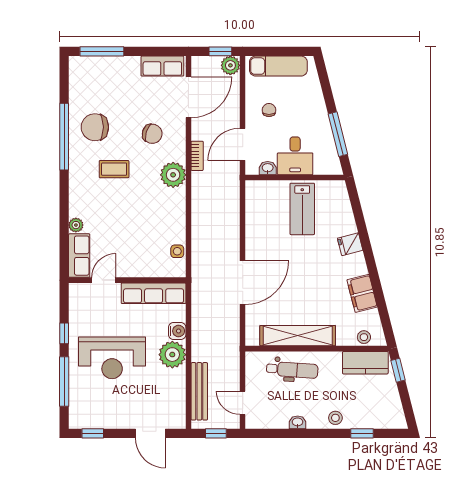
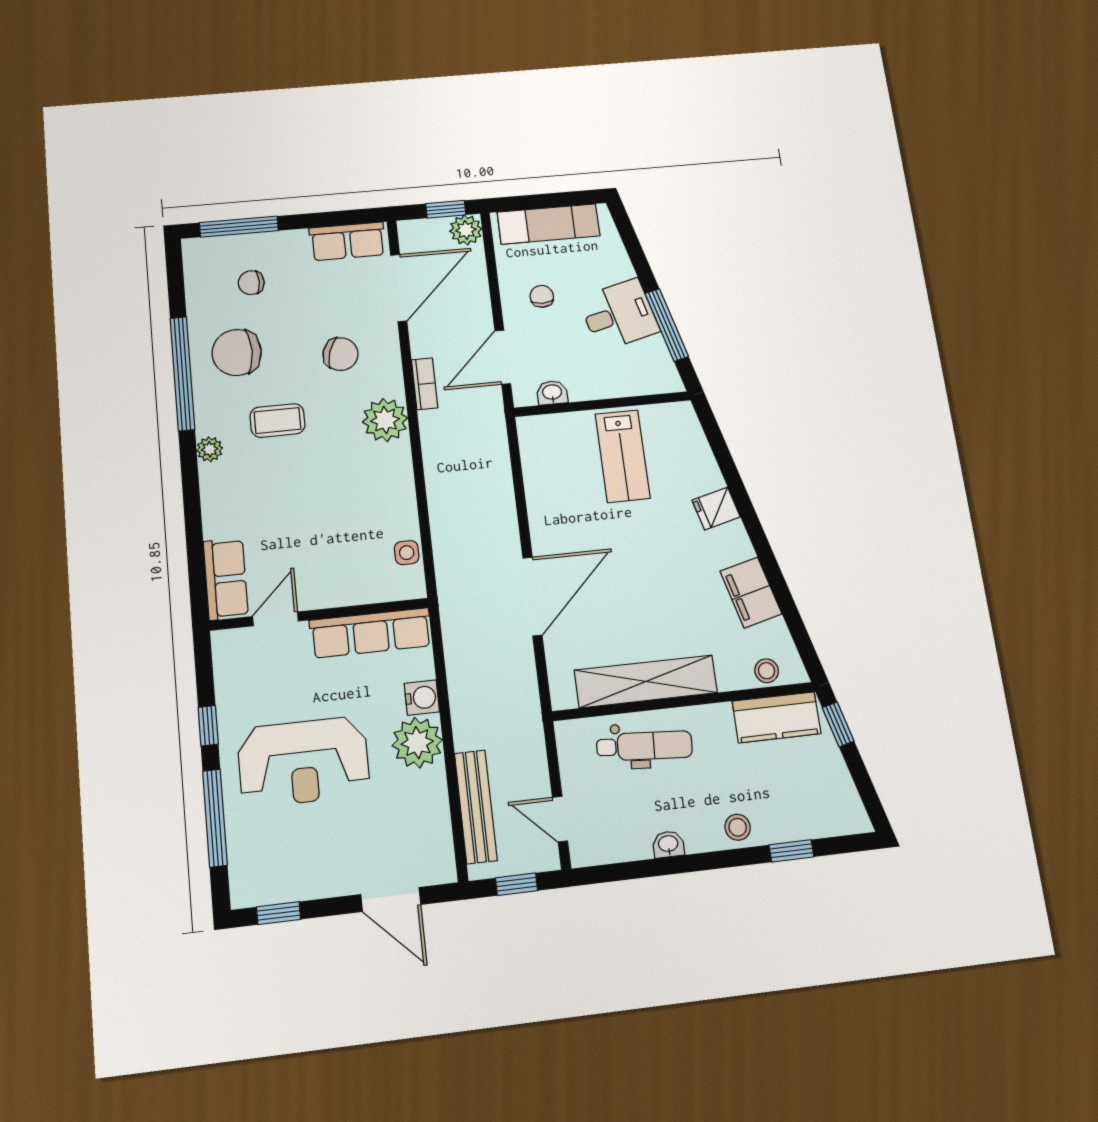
chair: (106, 86) -> (251, 283), added
desk: (295, 156) -> (619, 315), moved, turned -104
plant: (76, 225) -> (210, 449), moved

